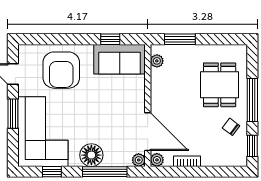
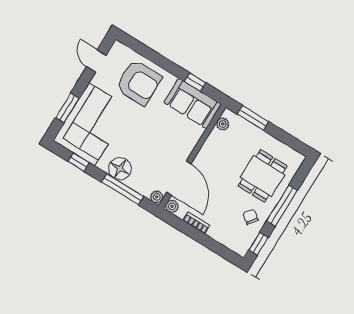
armchair: (61, 70) -> (139, 83), turned -90
window: (13, 114) -> (67, 108), moved

